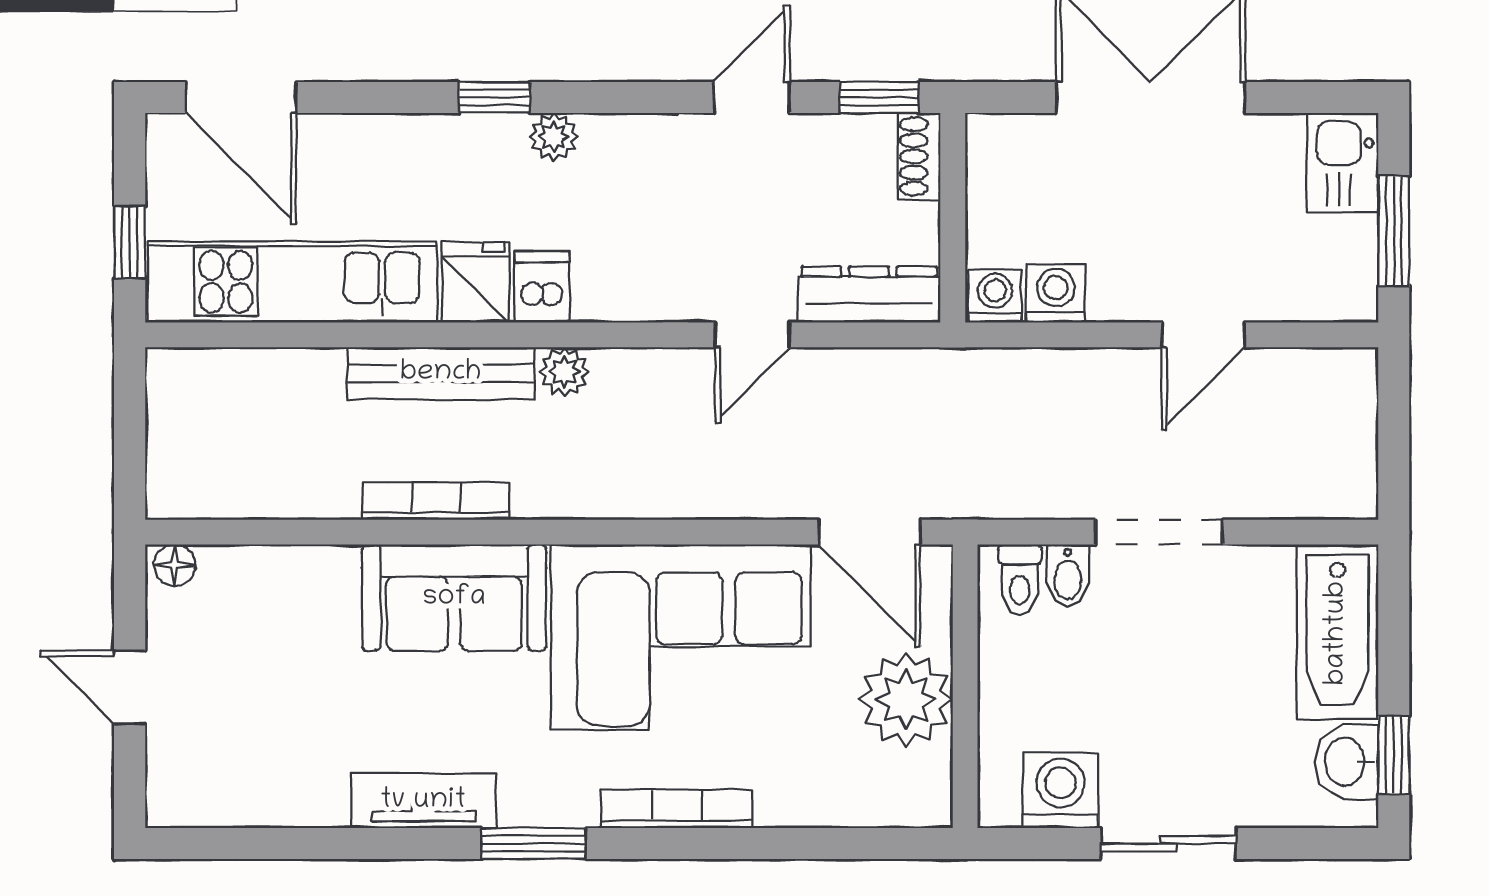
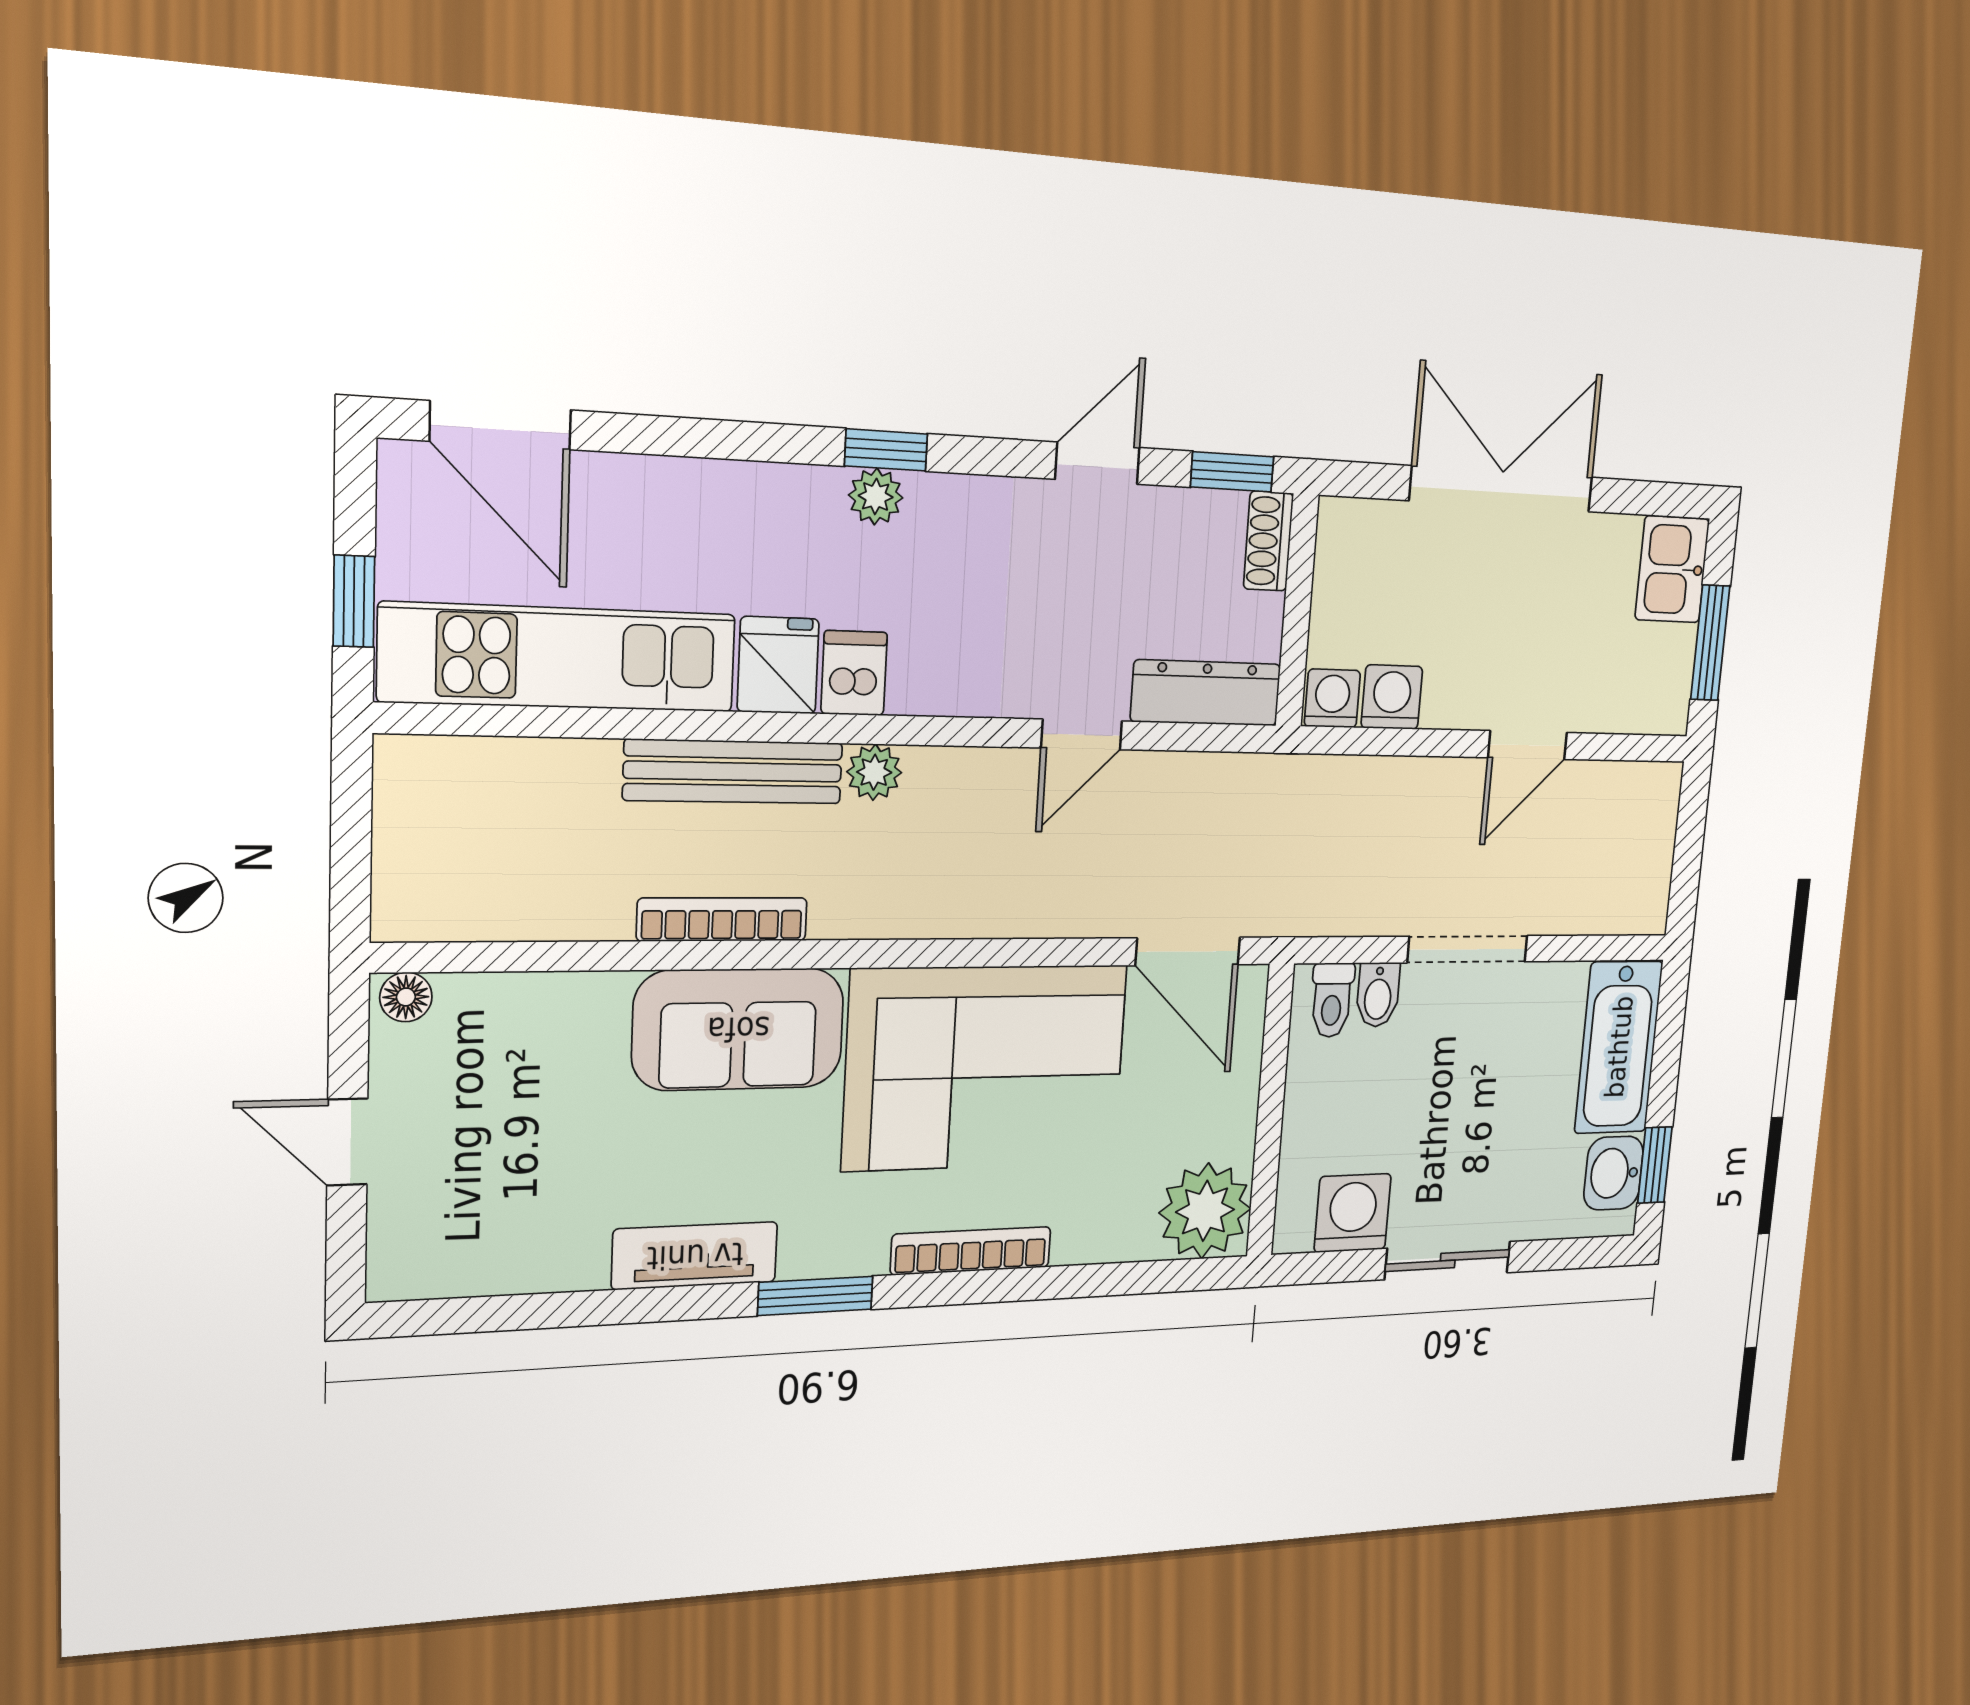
window: (494, 97) -> (886, 450), moved
plant: (906, 700) -> (1205, 1211), moved

